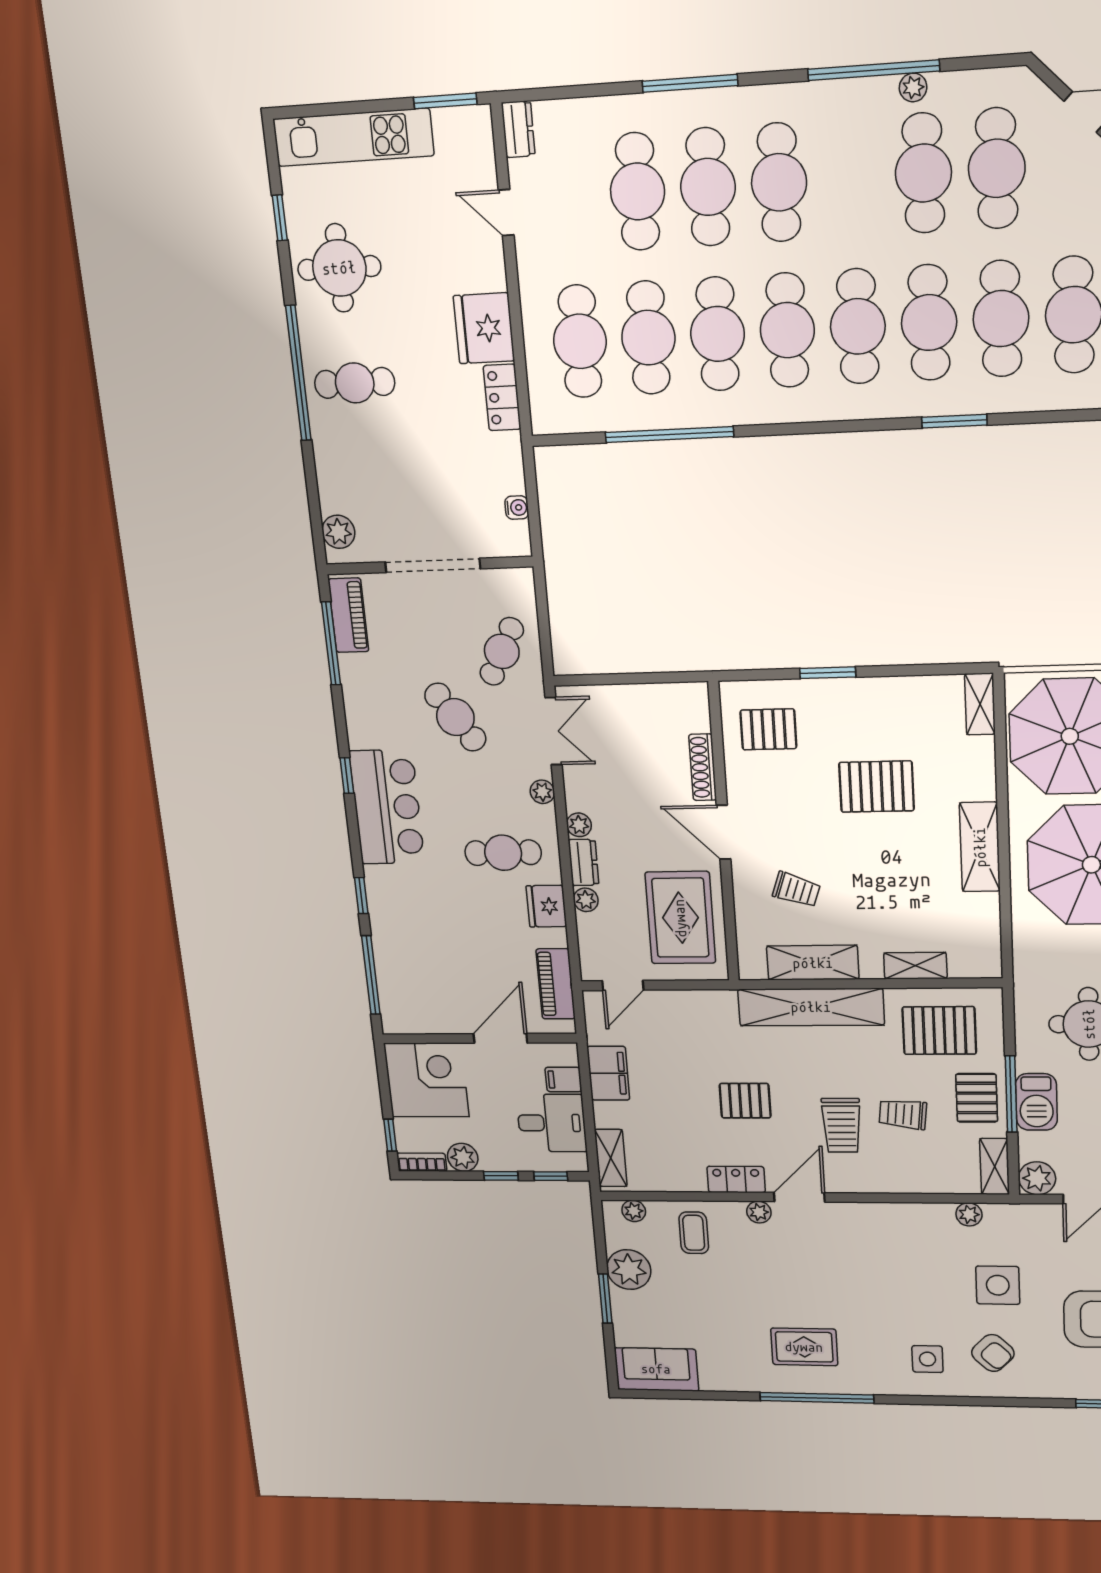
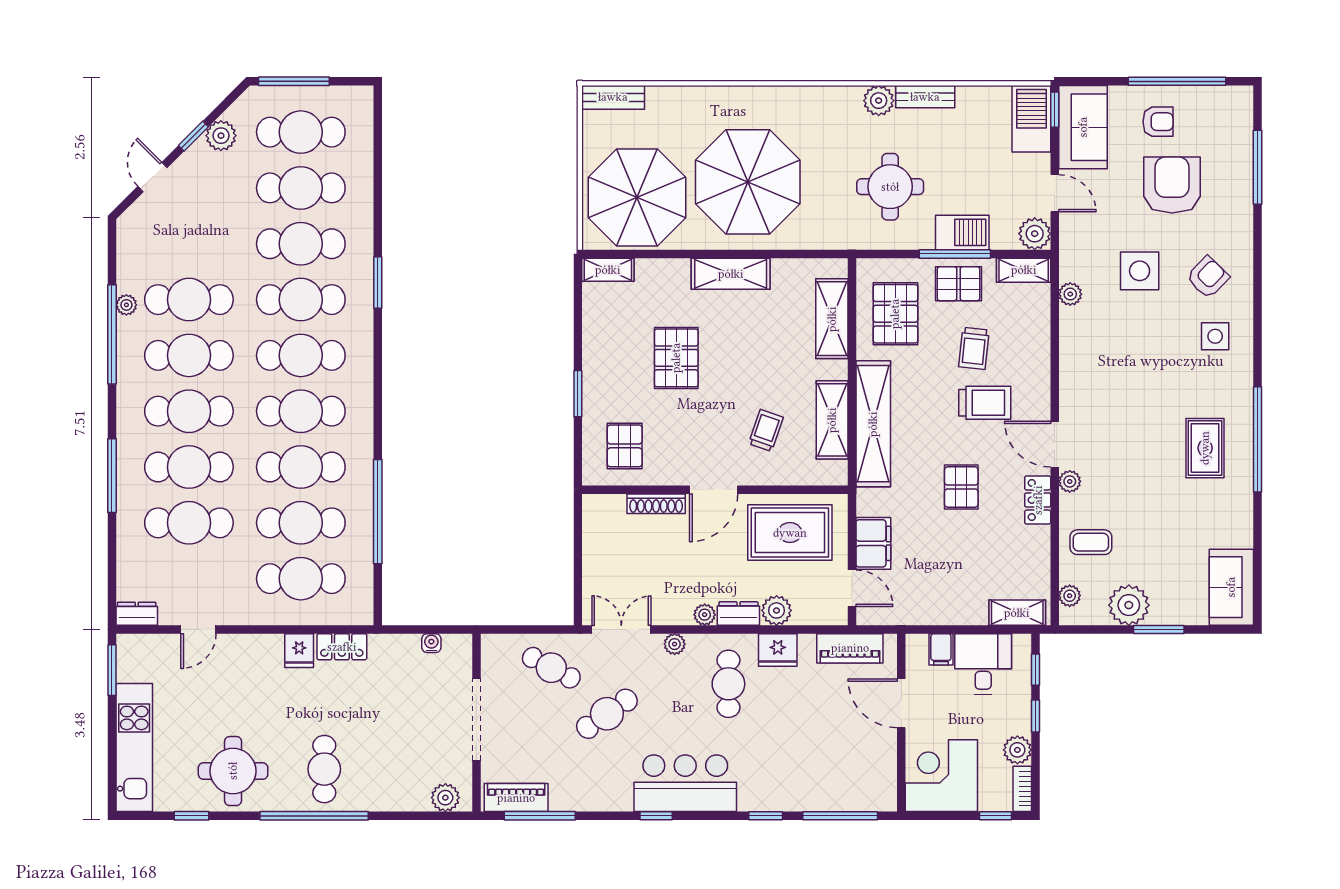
cafe table: (997, 168) -> (189, 355), moved
fridge: (484, 328) -> (299, 651), width x0.53, depth x0.75
plant: (586, 900) -> (777, 610), width x1.38, depth x1.38
shelving: (915, 966) -> (832, 319), width x1.50, depth x1.33
filing cabinet: (608, 1073) -> (873, 543), moved, turned 90

